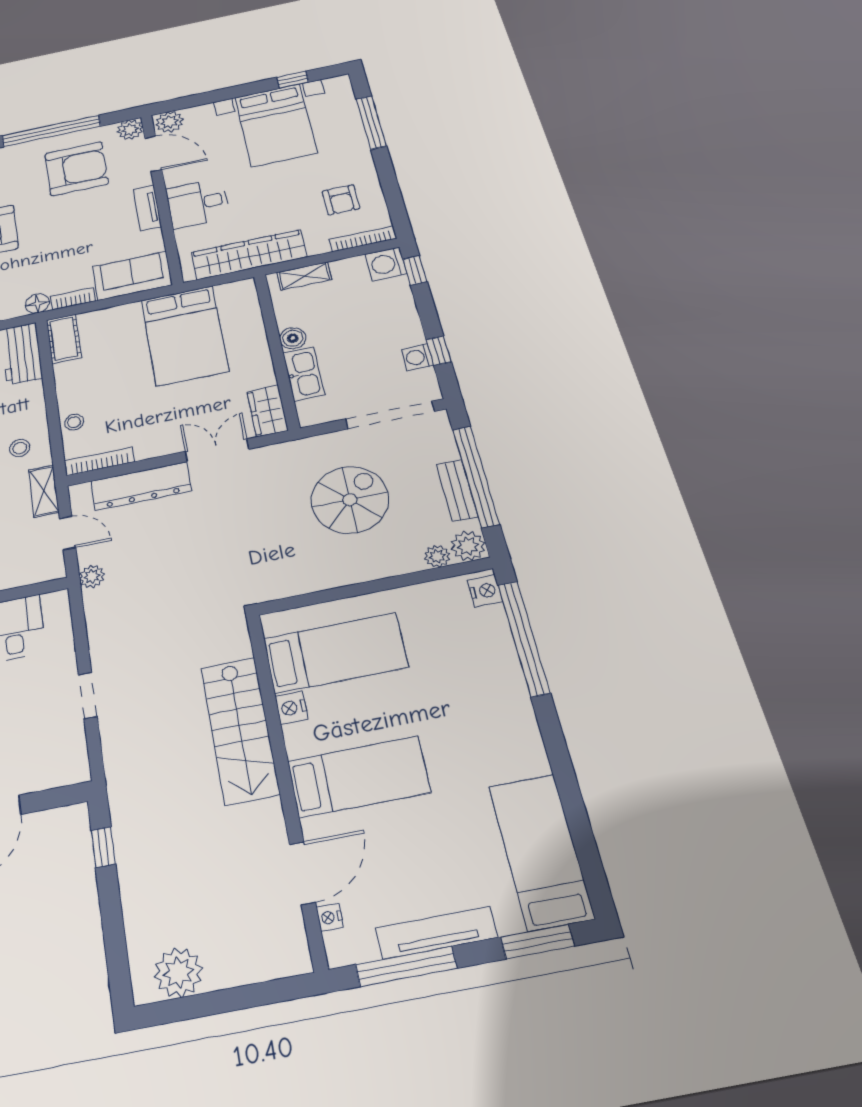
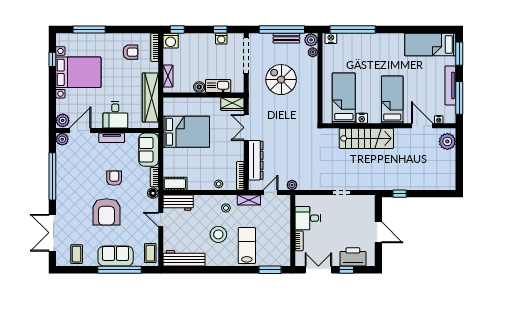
armchair: (76, 169) -> (114, 178), moved, width x0.53, depth x0.53
plant: (178, 972) -> (447, 141), moved

